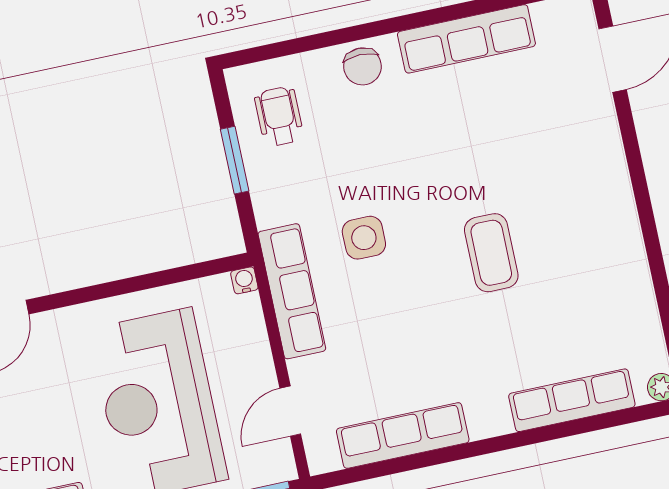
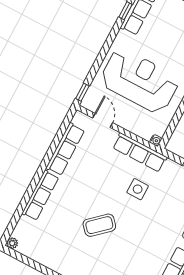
coffee table: (491, 253) -> (99, 225), turned -42
row of seats: (572, 400) -> (40, 195), moved

